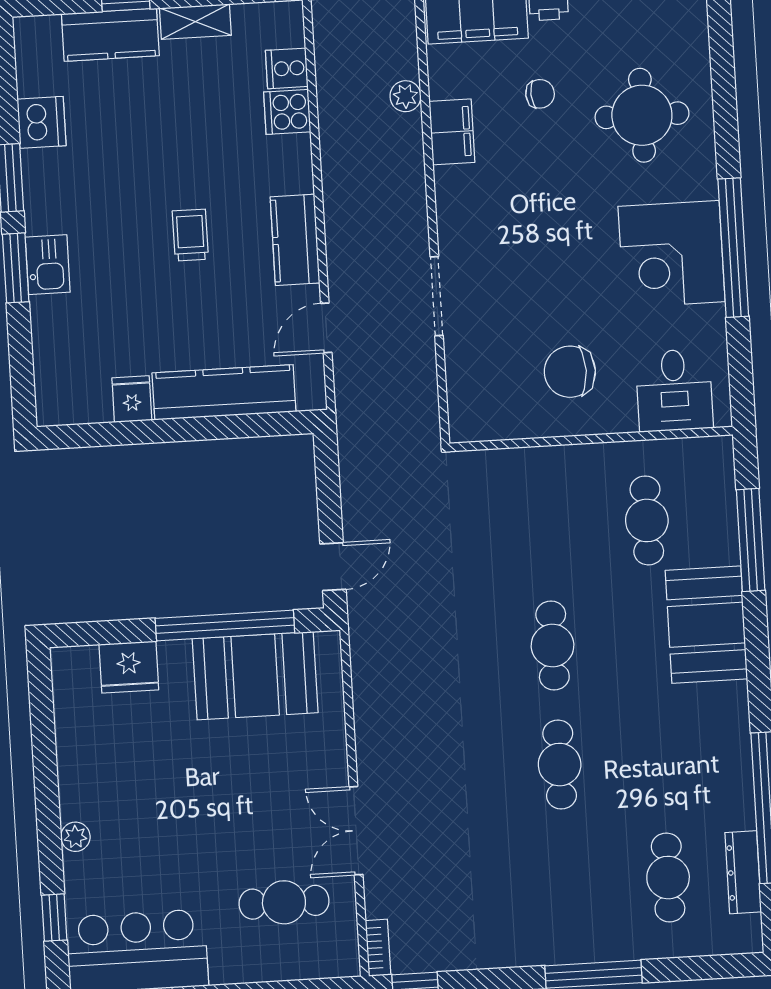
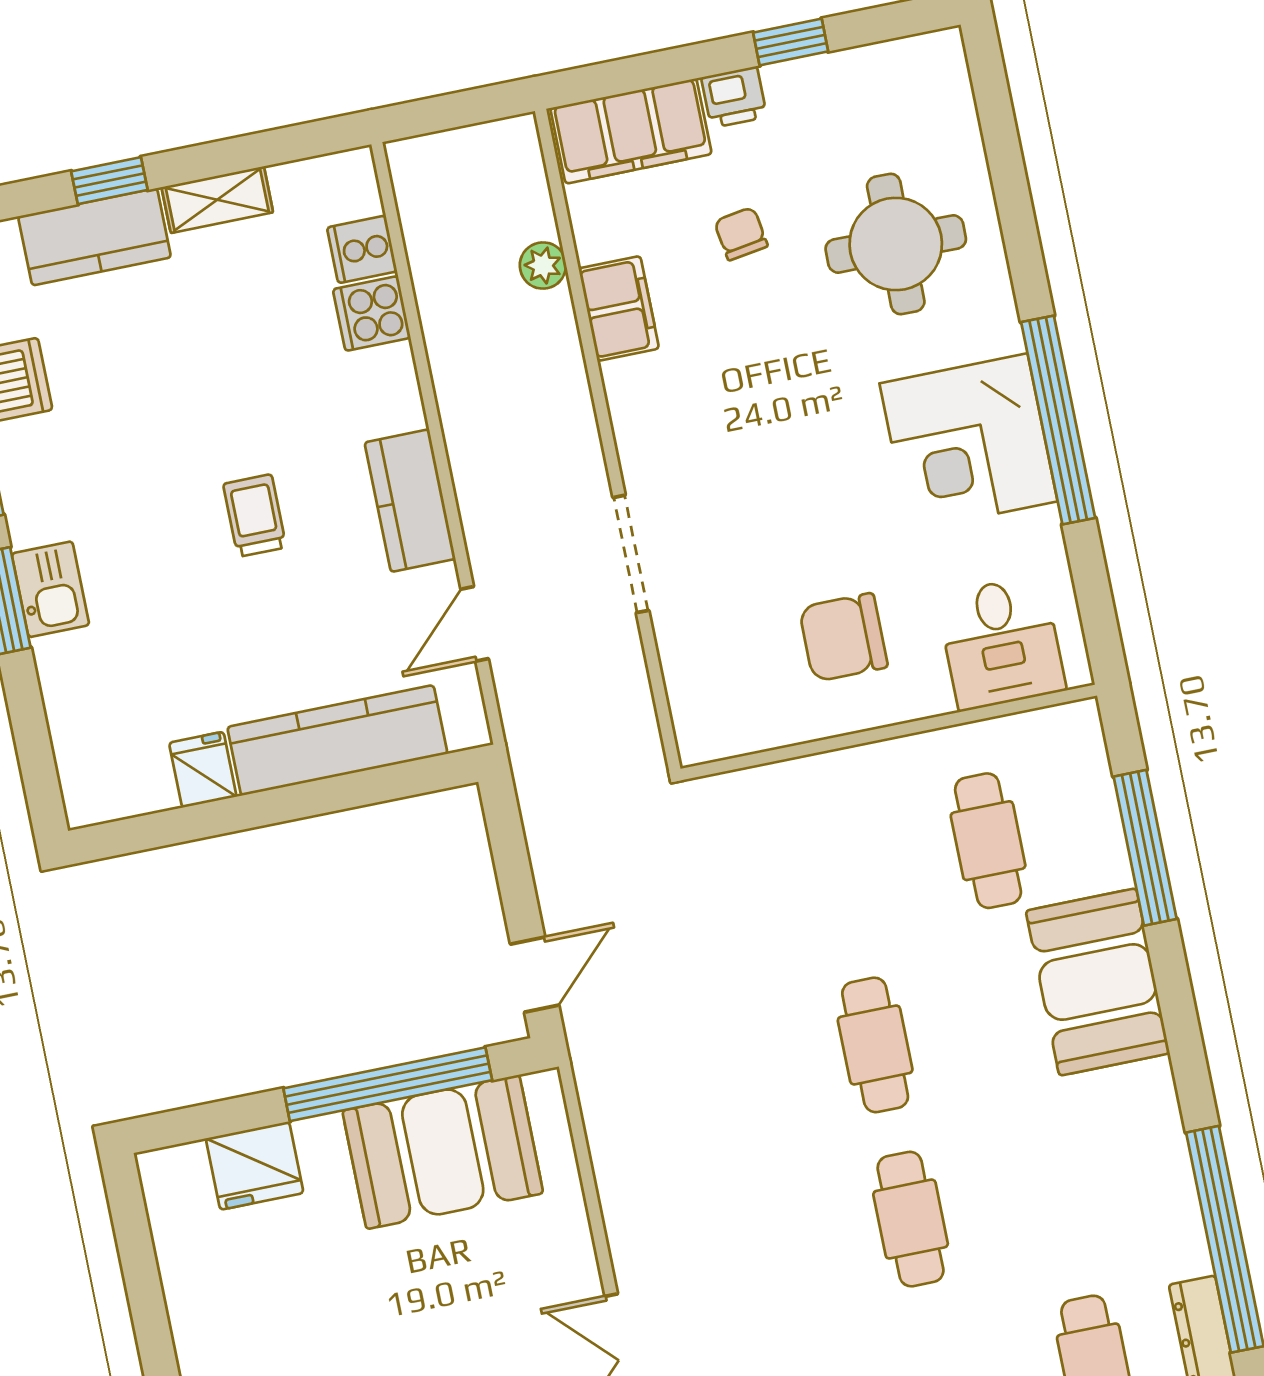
chair: (540, 94) -> (741, 234), turned -95

